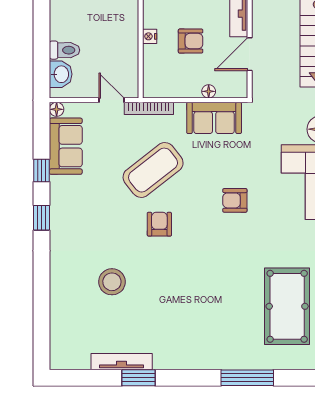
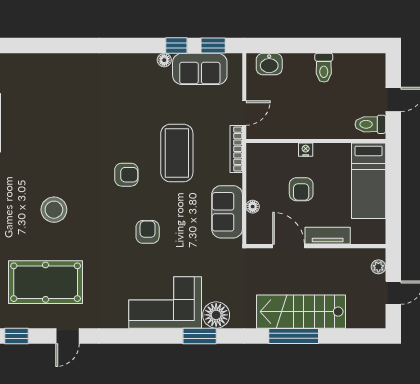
toilet: (64, 50) -> (324, 68), moved
floor lamp: (57, 109) -> (164, 60), moved
coffee table: (153, 170) -> (177, 153), turned 38
window: (41, 218) -> (213, 46), moved
armchair: (159, 224) -> (126, 175), moved
stool: (112, 282) -> (54, 210), moved

